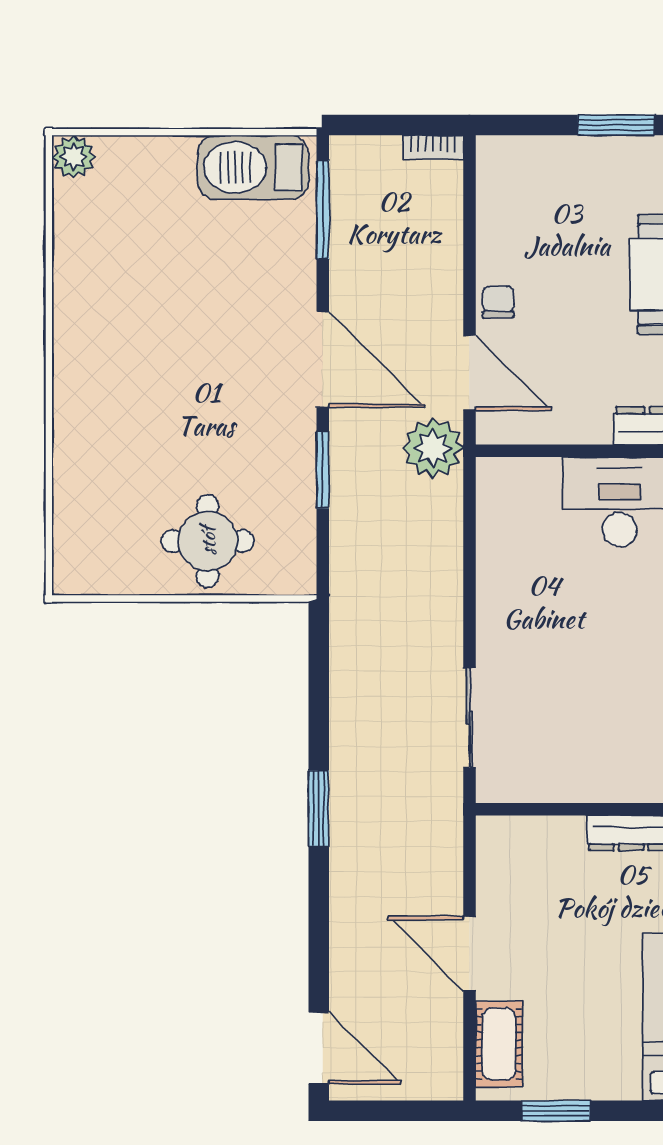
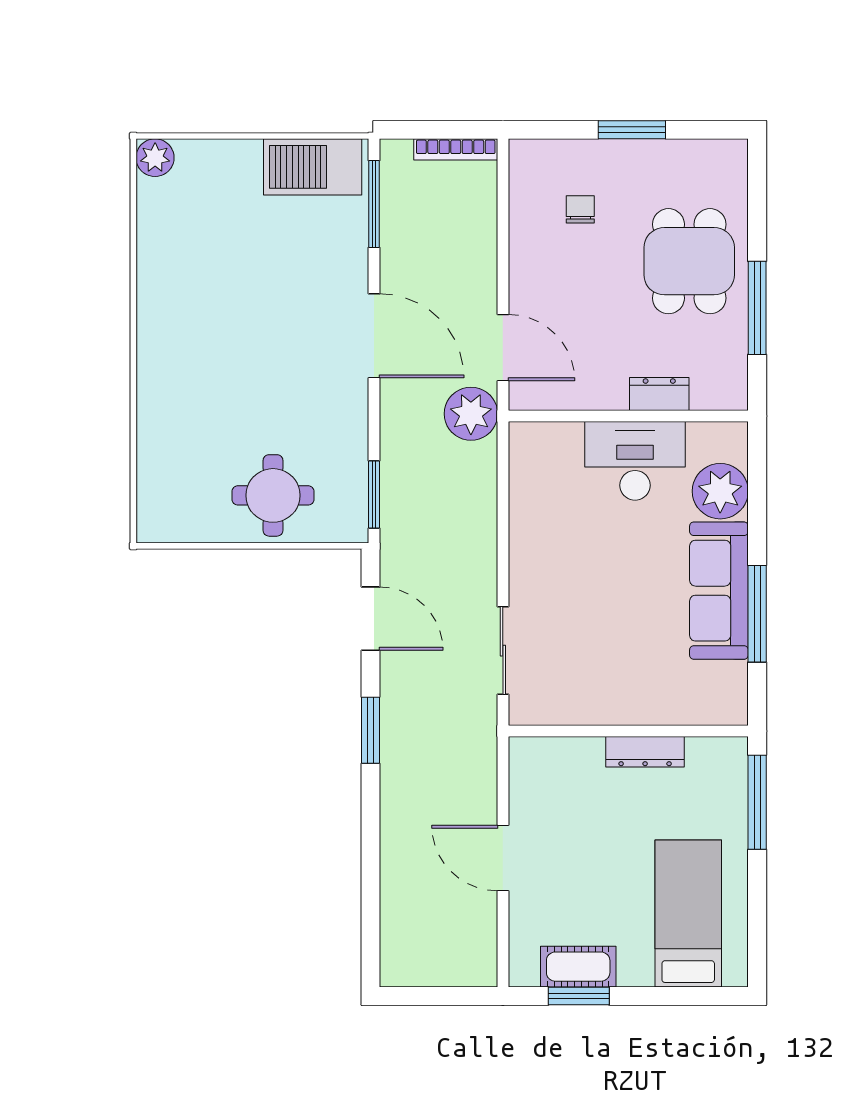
bookcase: (433, 147) -> (456, 149), width x1.56
chair: (498, 302) -> (580, 209), moved
window: (323, 470) -> (374, 494), moved
cot: (499, 1044) -> (578, 967), moved, turned 90
door: (319, 1048) -> (370, 619), moved

